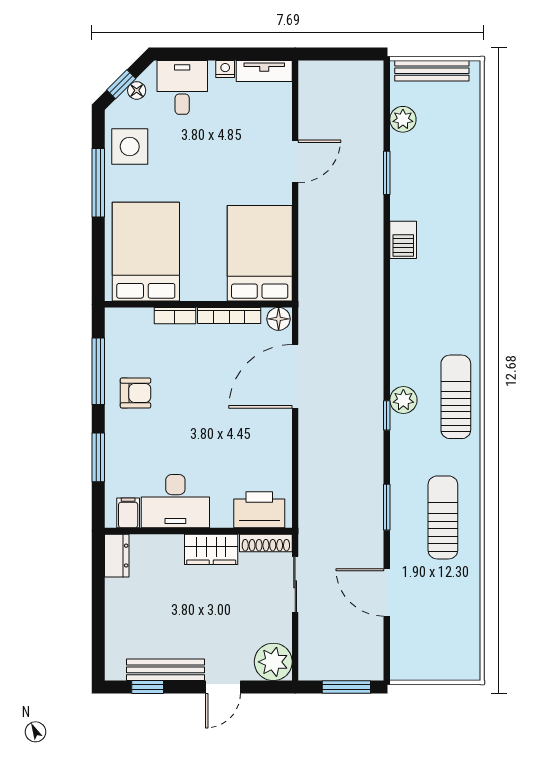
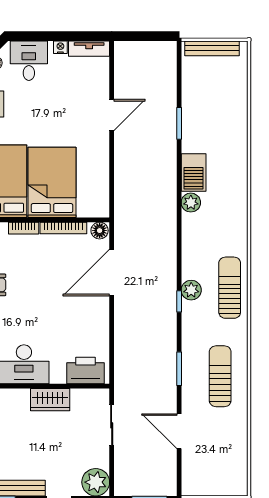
plant: (403, 119) -> (191, 203), moved
barbecue: (403, 240) -> (194, 173), width x1.38, depth x1.27
bed: (260, 253) -> (52, 182), moved
shoe rack: (266, 543) -> (90, 395), removed

